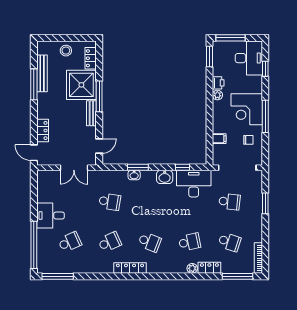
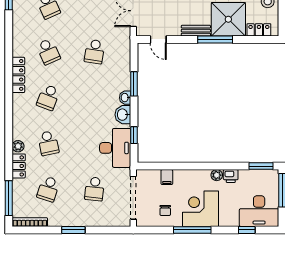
washbasin: (134, 175) -> (125, 98), moved
window: (265, 203) -> (73, 230), moved

